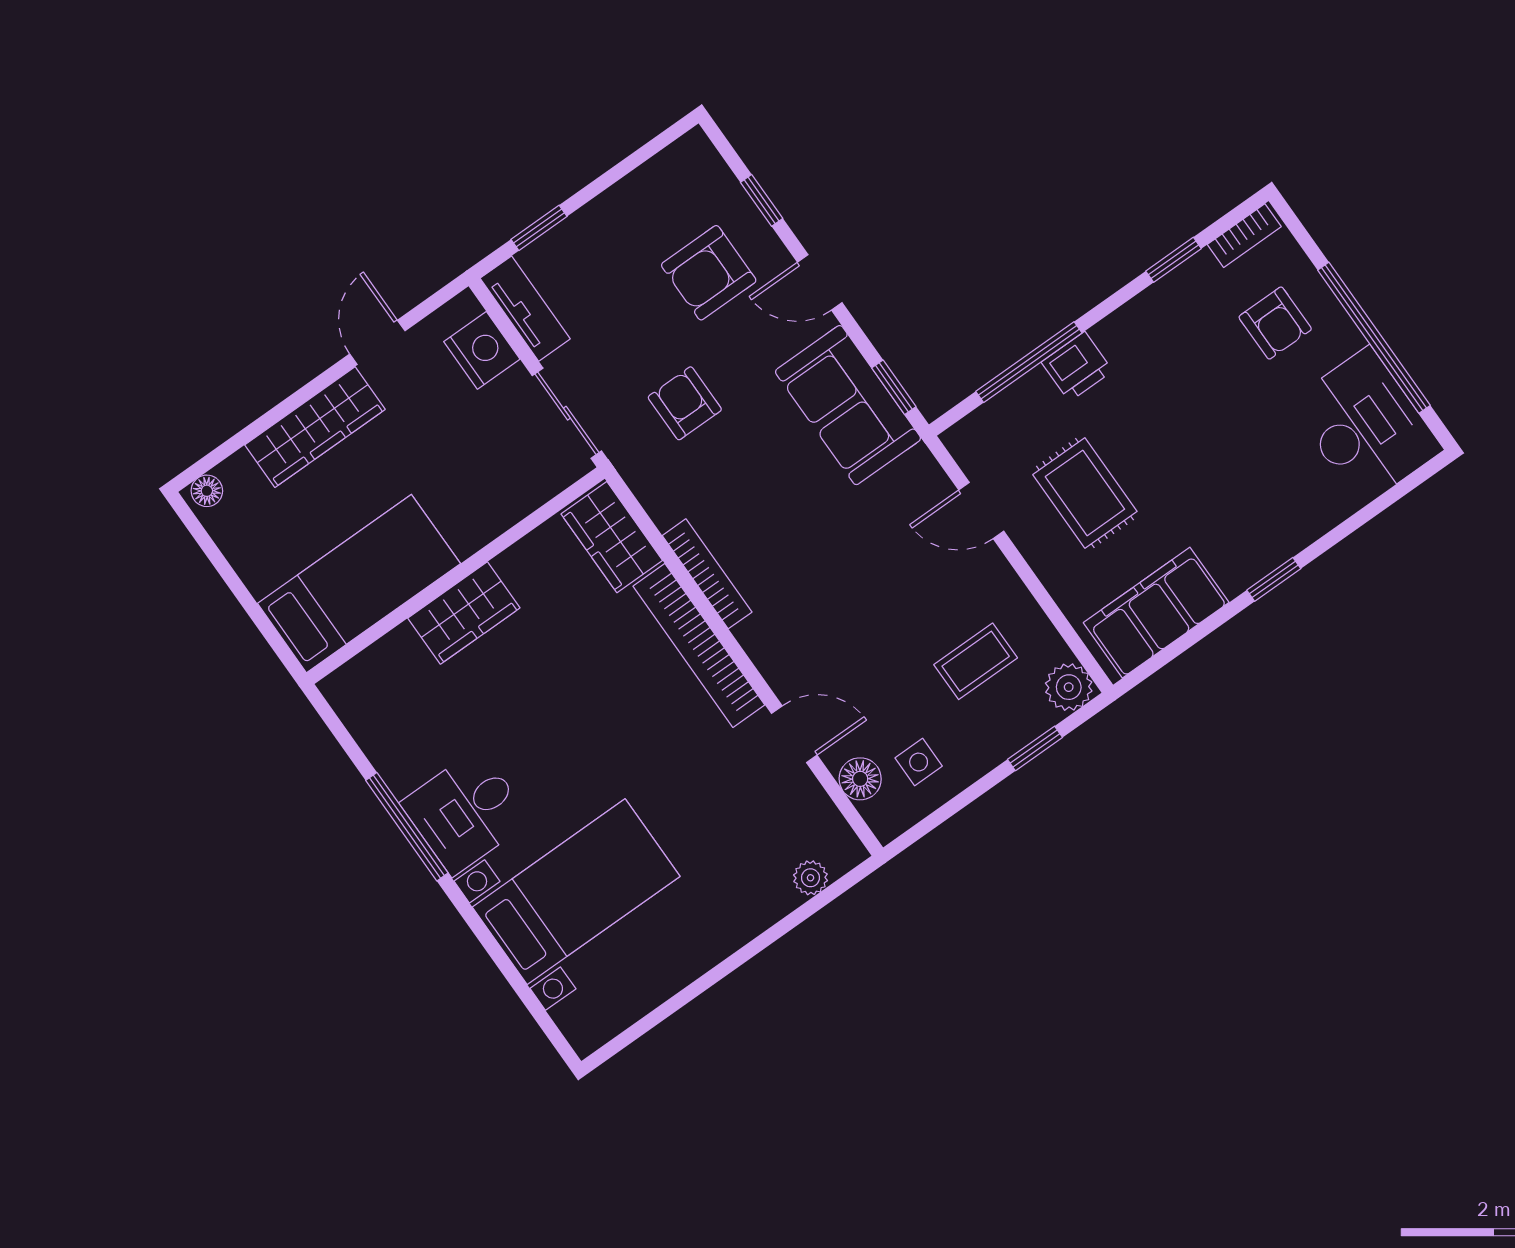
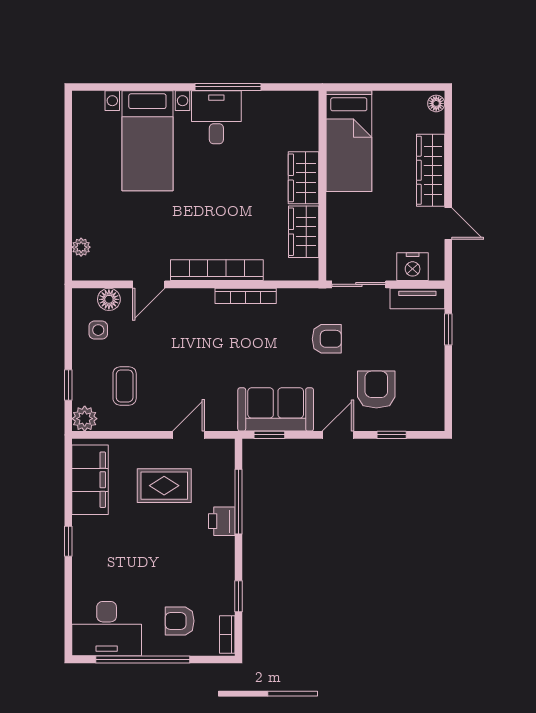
wardrobe: (612, 537) -> (304, 232), moved, turned -90

